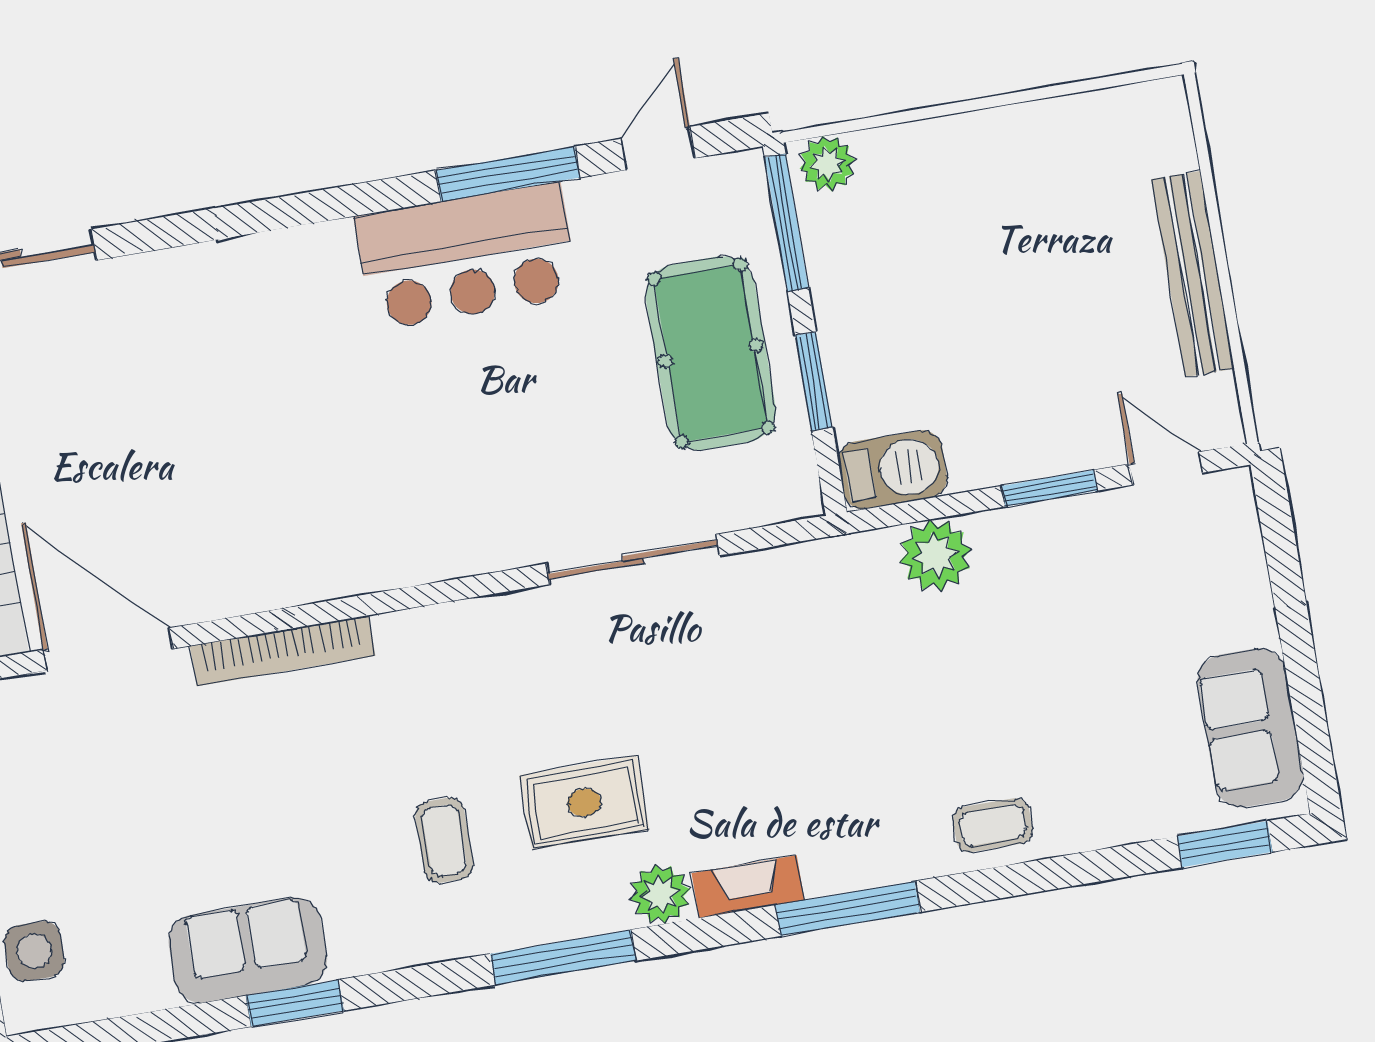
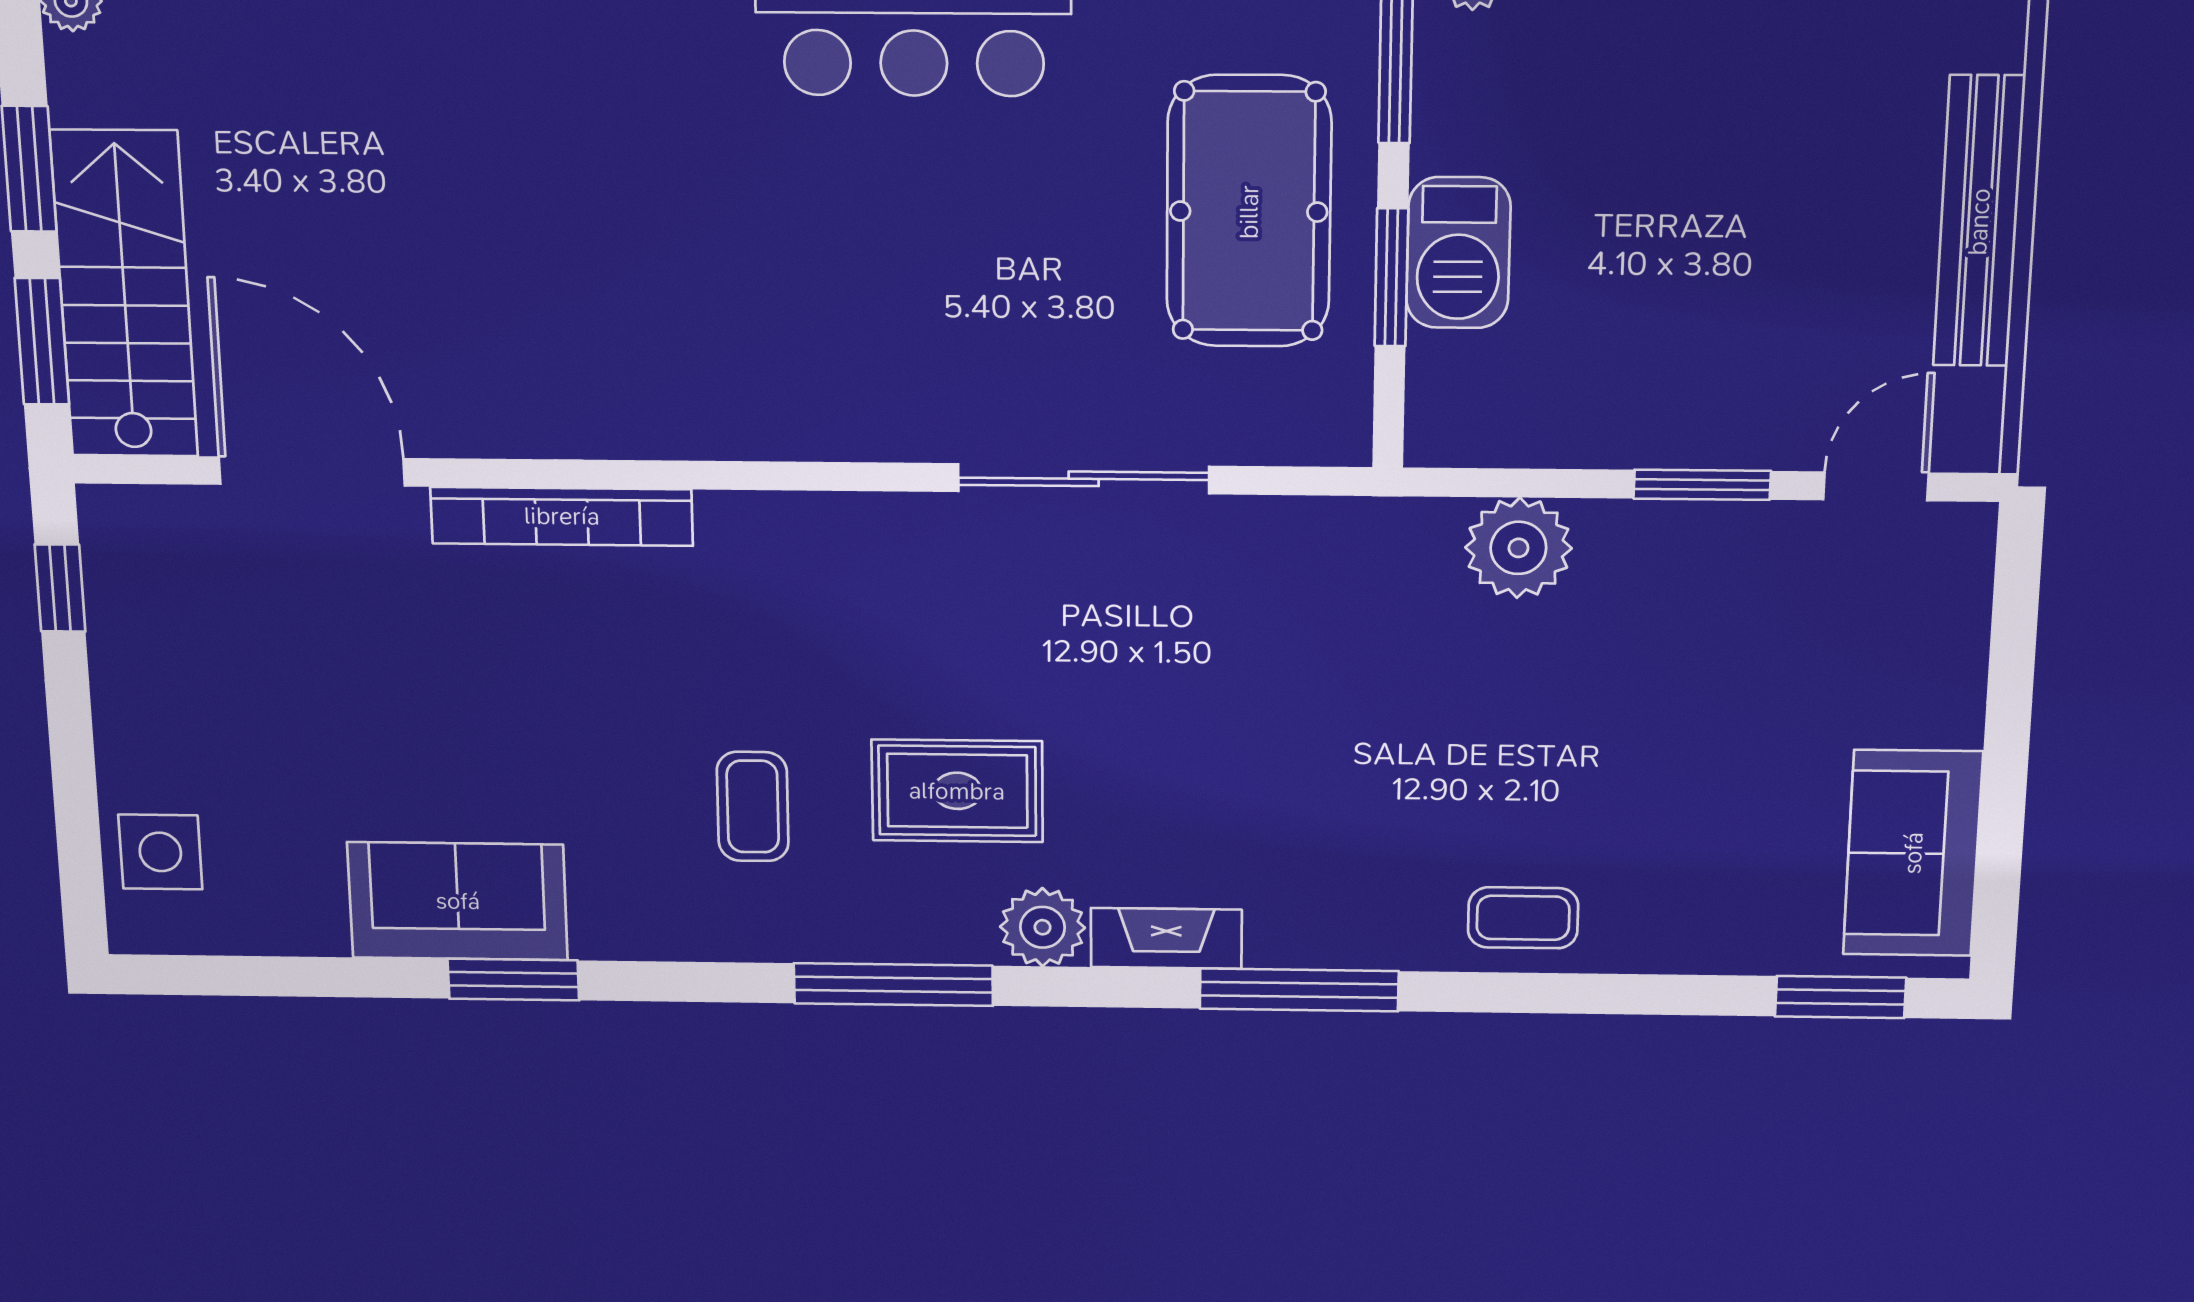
door: (1166, 468) -> (1876, 486), hinge flipped
barbecue: (893, 470) -> (1458, 253), moved, turned 90

